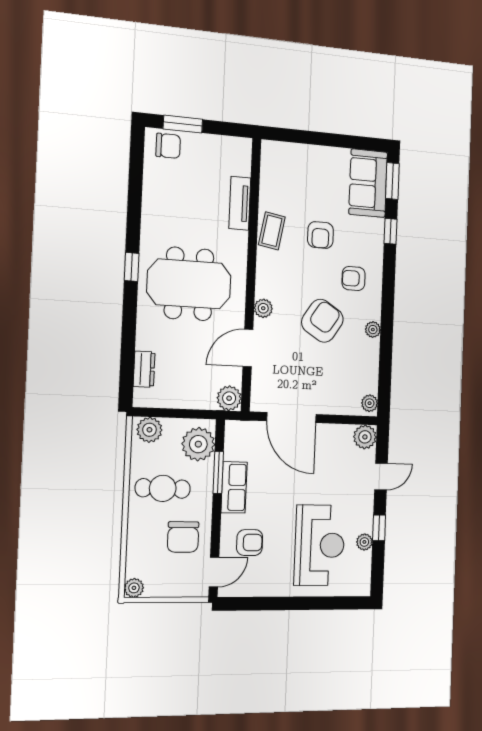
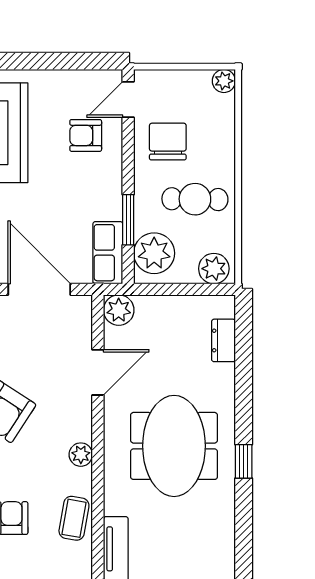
meeting table: (189, 284) -> (174, 446), turned 90
plant: (263, 308) -> (81, 455), moved
row of seats: (234, 487) -> (108, 253), moved

